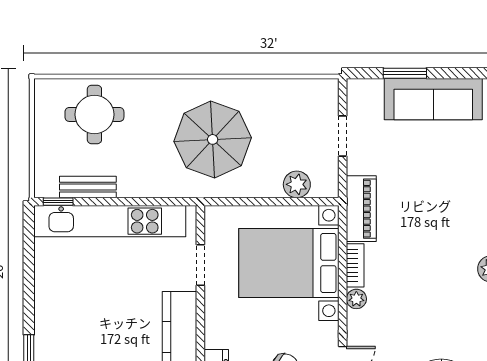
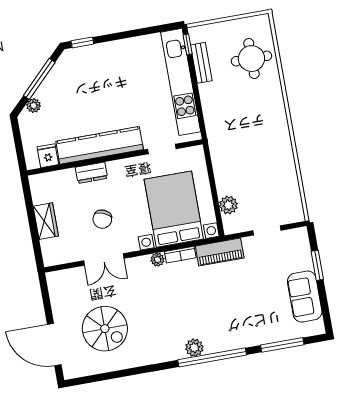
sofa: (433, 99) -> (305, 297), width x0.73
parasol: (213, 139) -> (249, 142), removed

